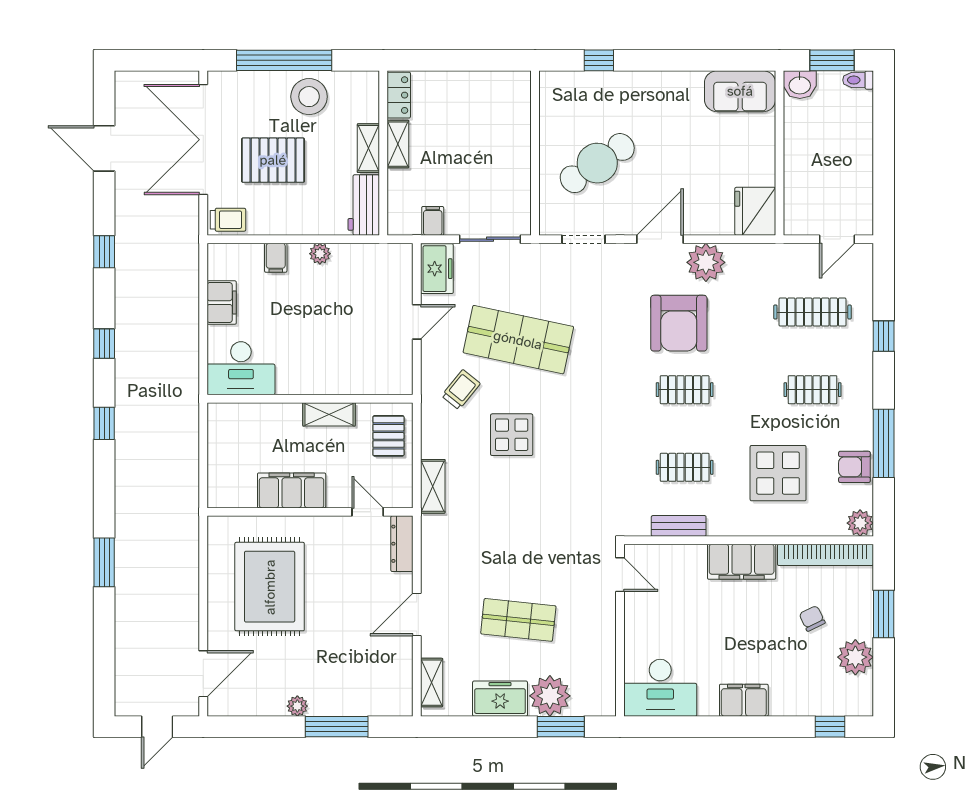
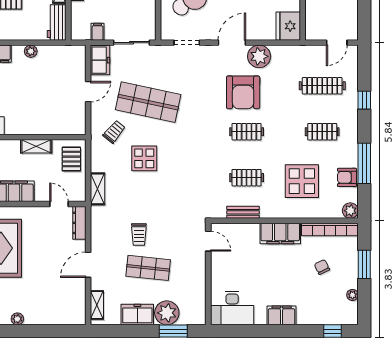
trolley: (503, 563) -> (139, 234), added
plant: (855, 657) -> (353, 295), width x0.53, depth x0.53
window: (337, 727) -> (41, 331), removed

